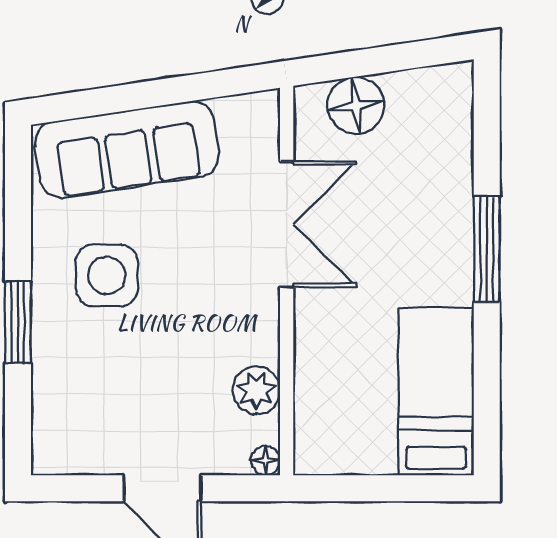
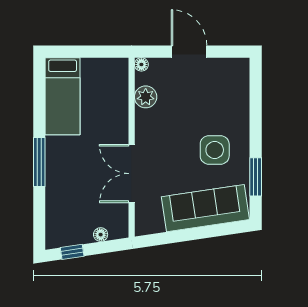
window: (415, 55) -> (72, 252), added
floor lamp: (356, 105) -> (101, 235), width x0.53, depth x0.53
window: (18, 322) -> (256, 177), moved

